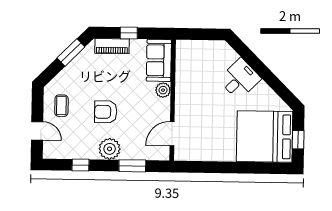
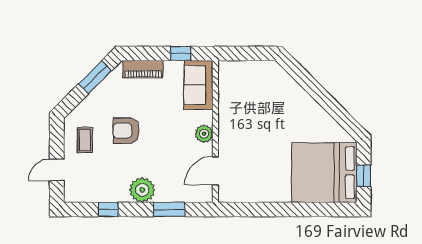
window: (129, 33) -> (181, 53), moved
desk: (240, 79) -> (294, 106), removed
plant: (163, 90) -> (204, 134), moved
armchair: (106, 112) -> (126, 131), moved
door: (37, 131) -> (57, 170), swing flipped

